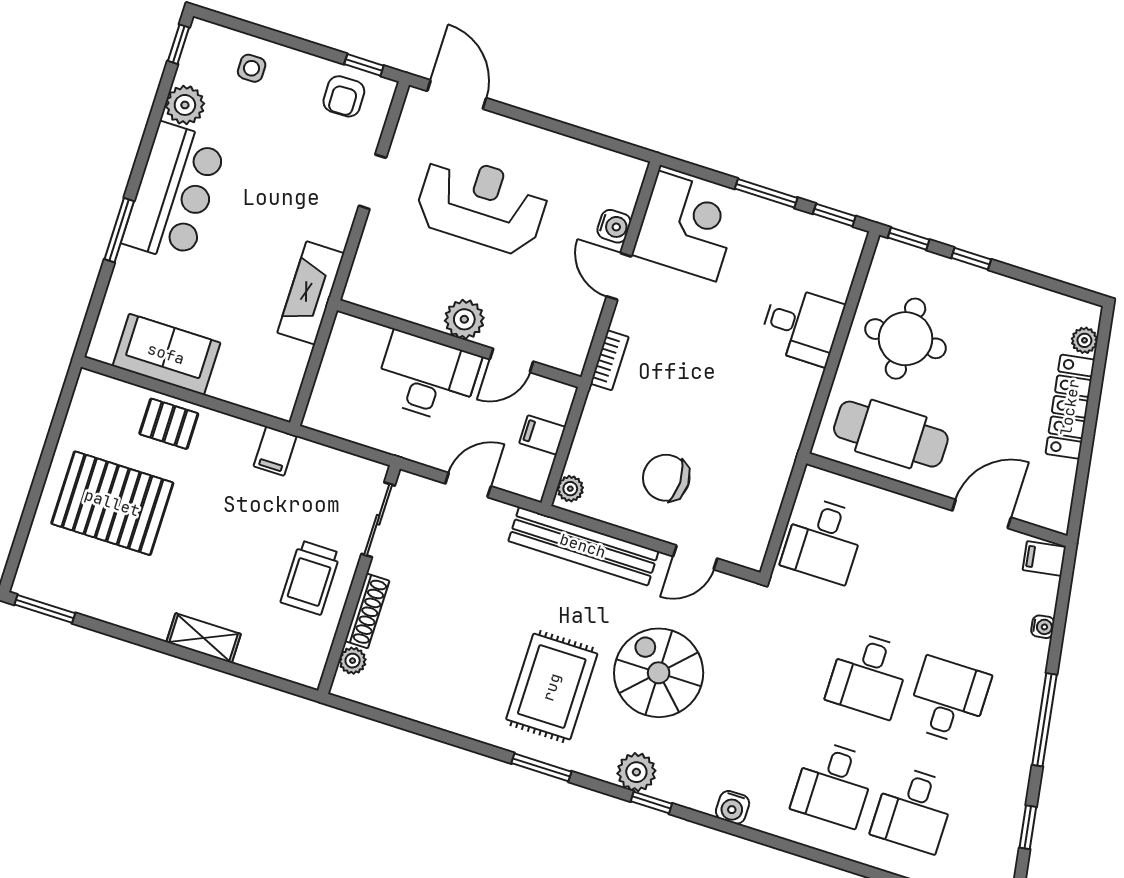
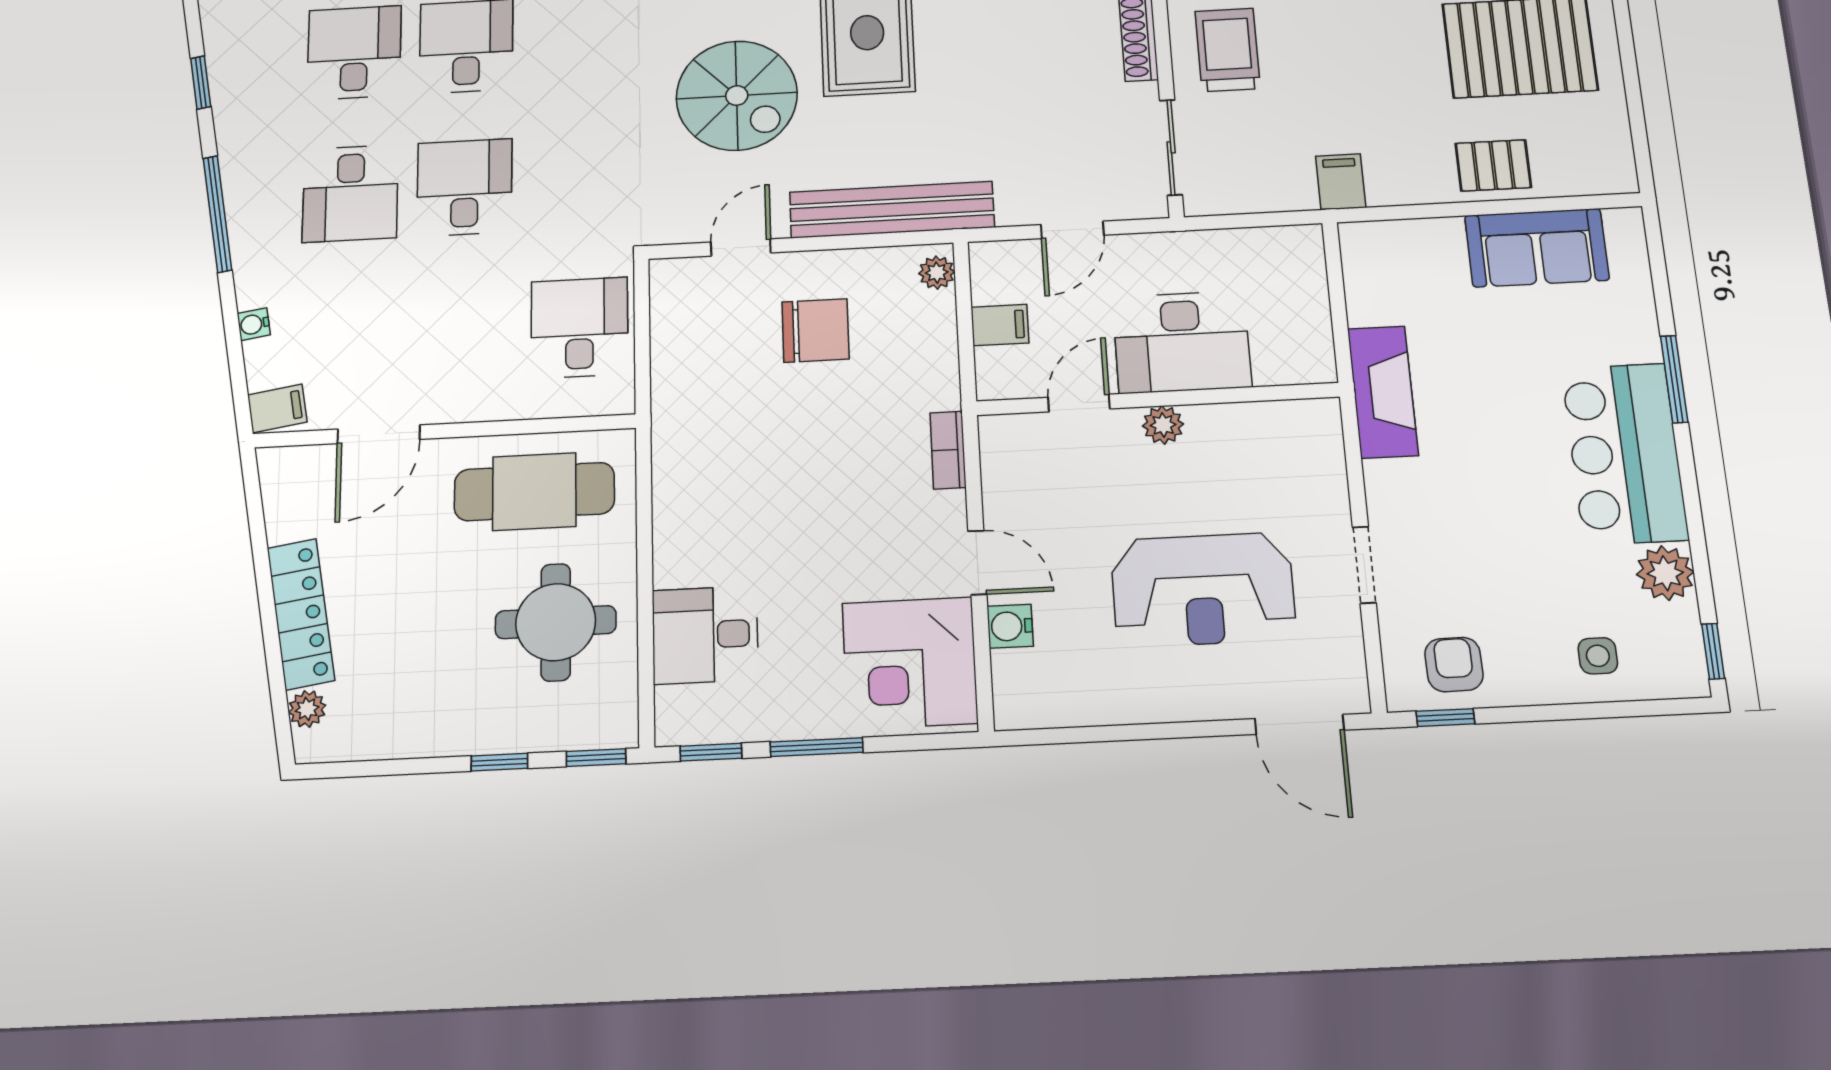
plant: (464, 319) -> (1163, 425), width x0.73, depth x0.73
desk: (802, 325) -> (705, 635), moved

